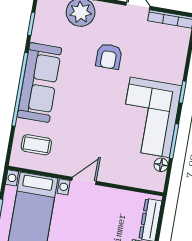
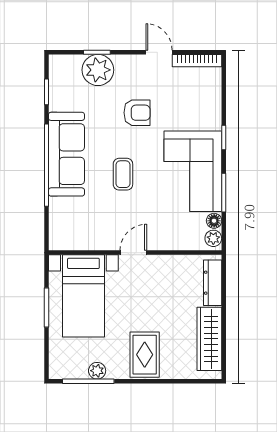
armchair: (109, 56) -> (137, 113), turned -90
coffee table: (36, 145) -> (123, 174), moved, turned 90
plant: (158, 180) -> (213, 238), added

